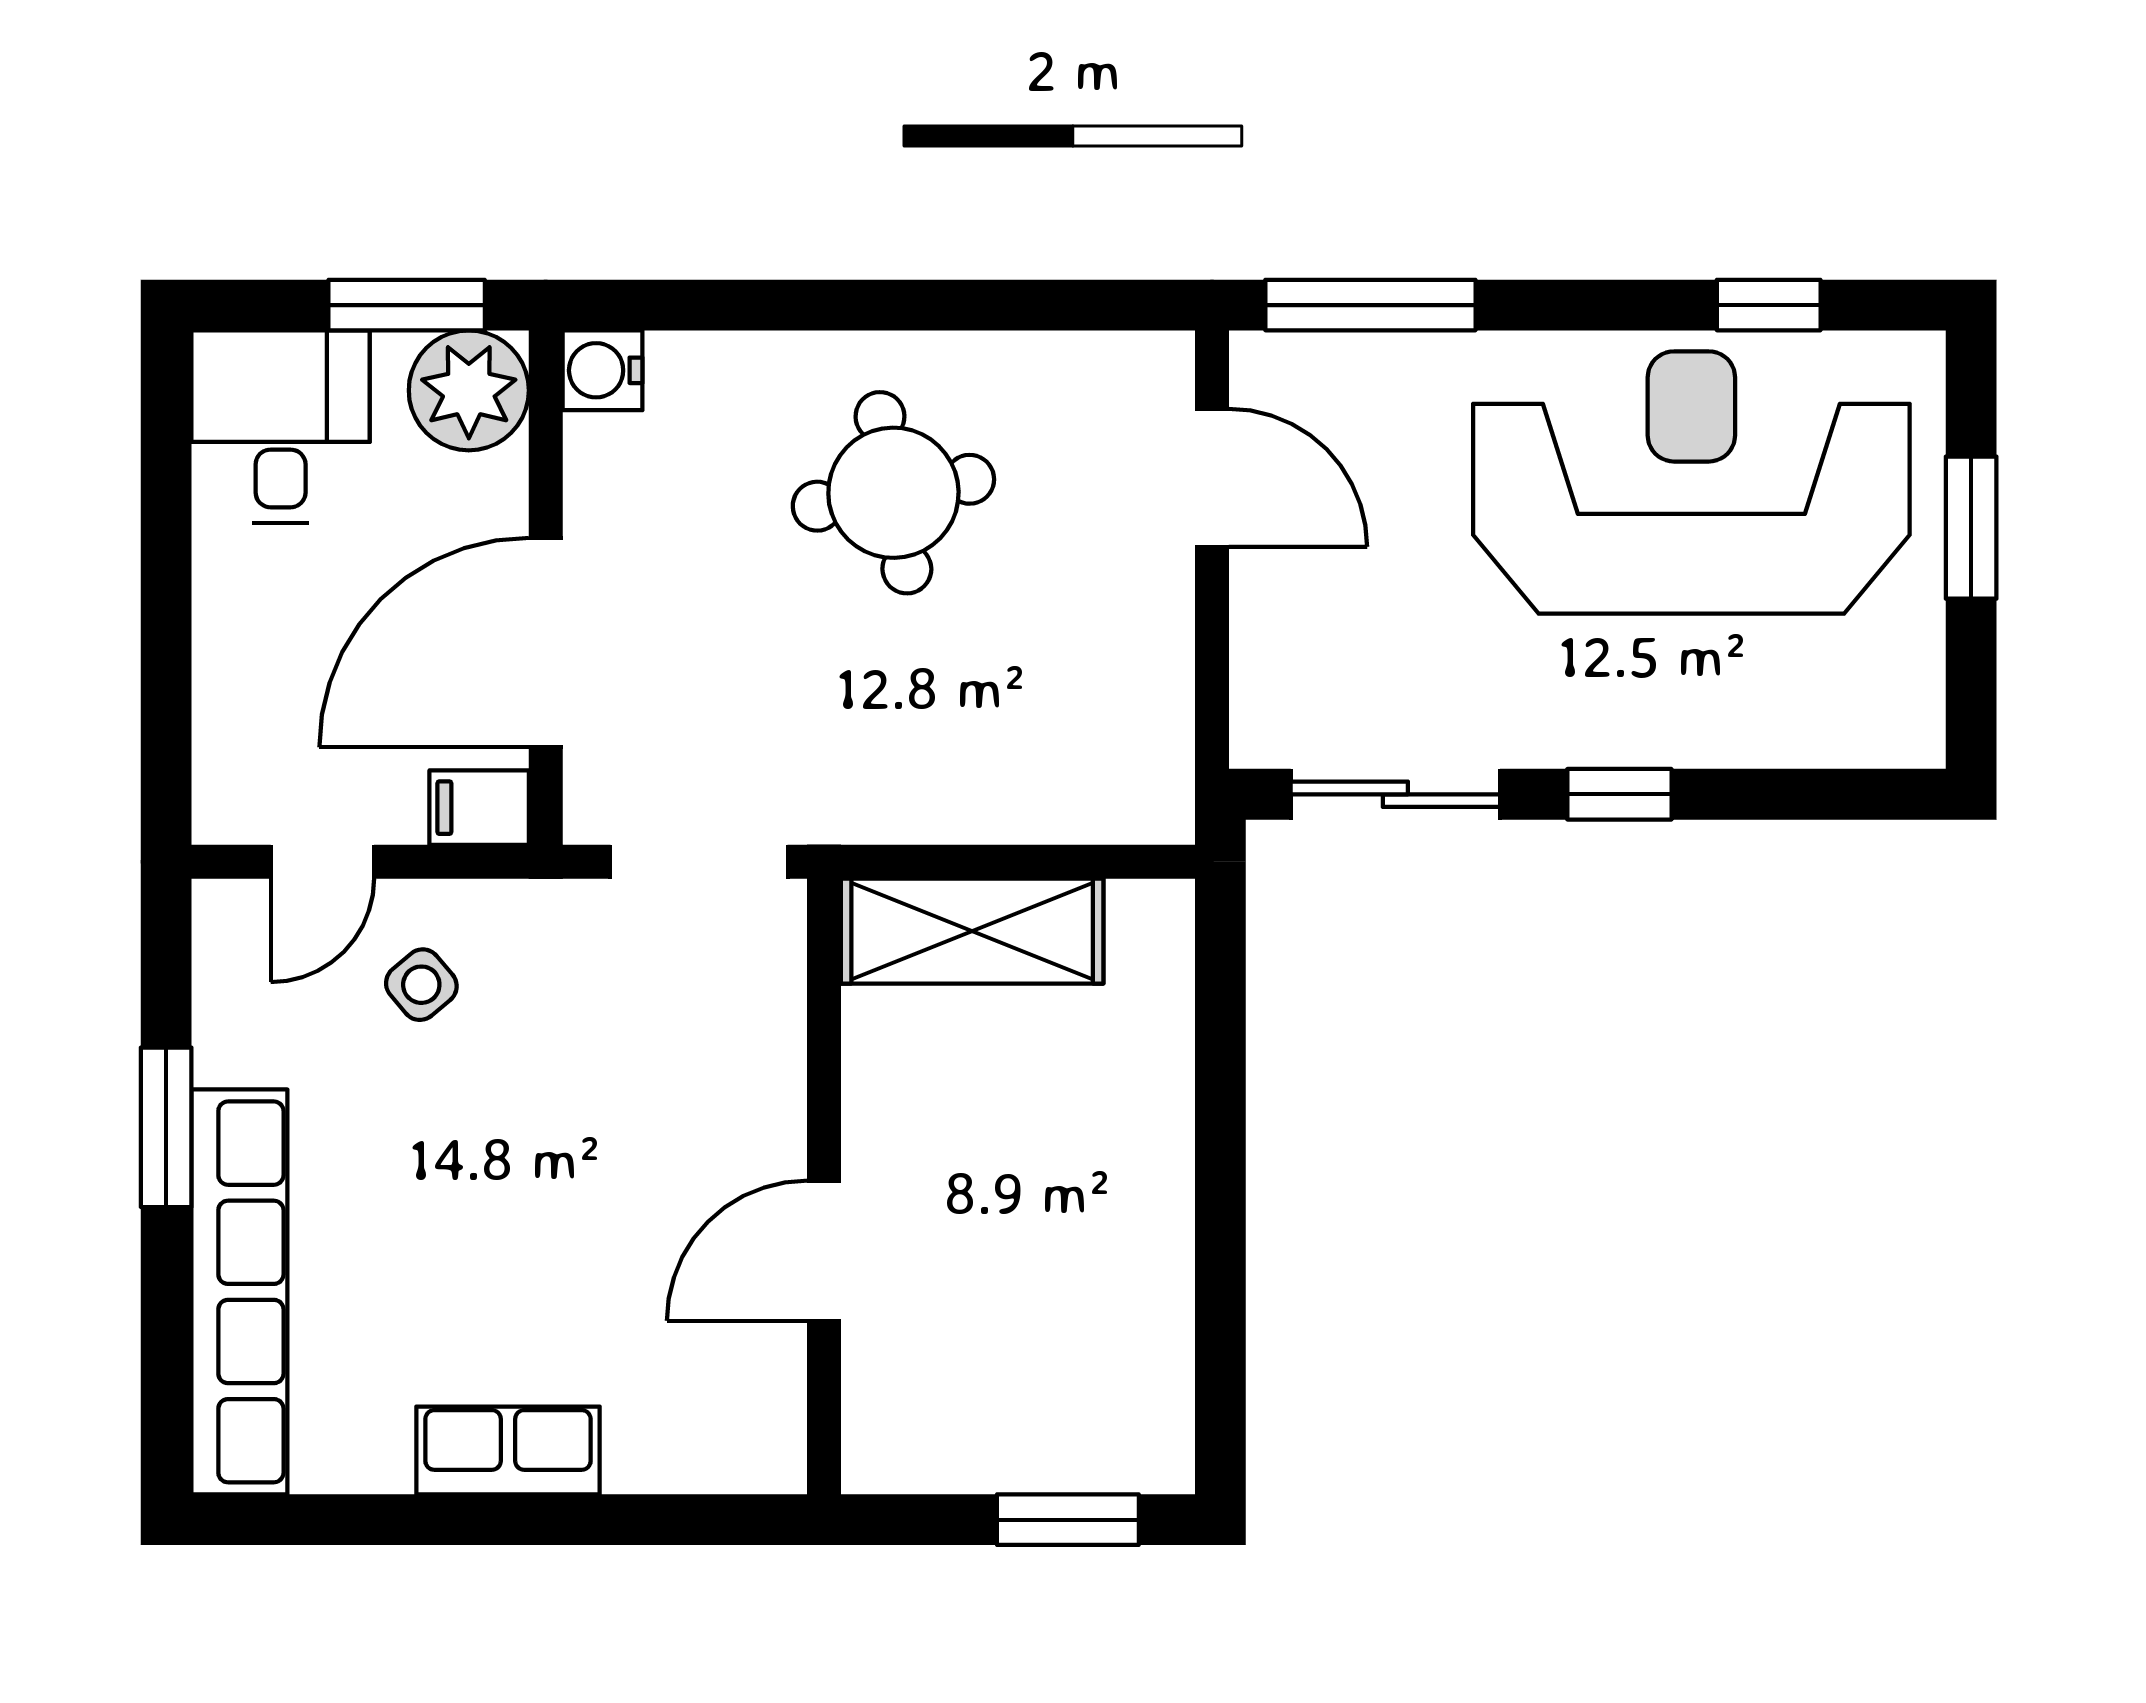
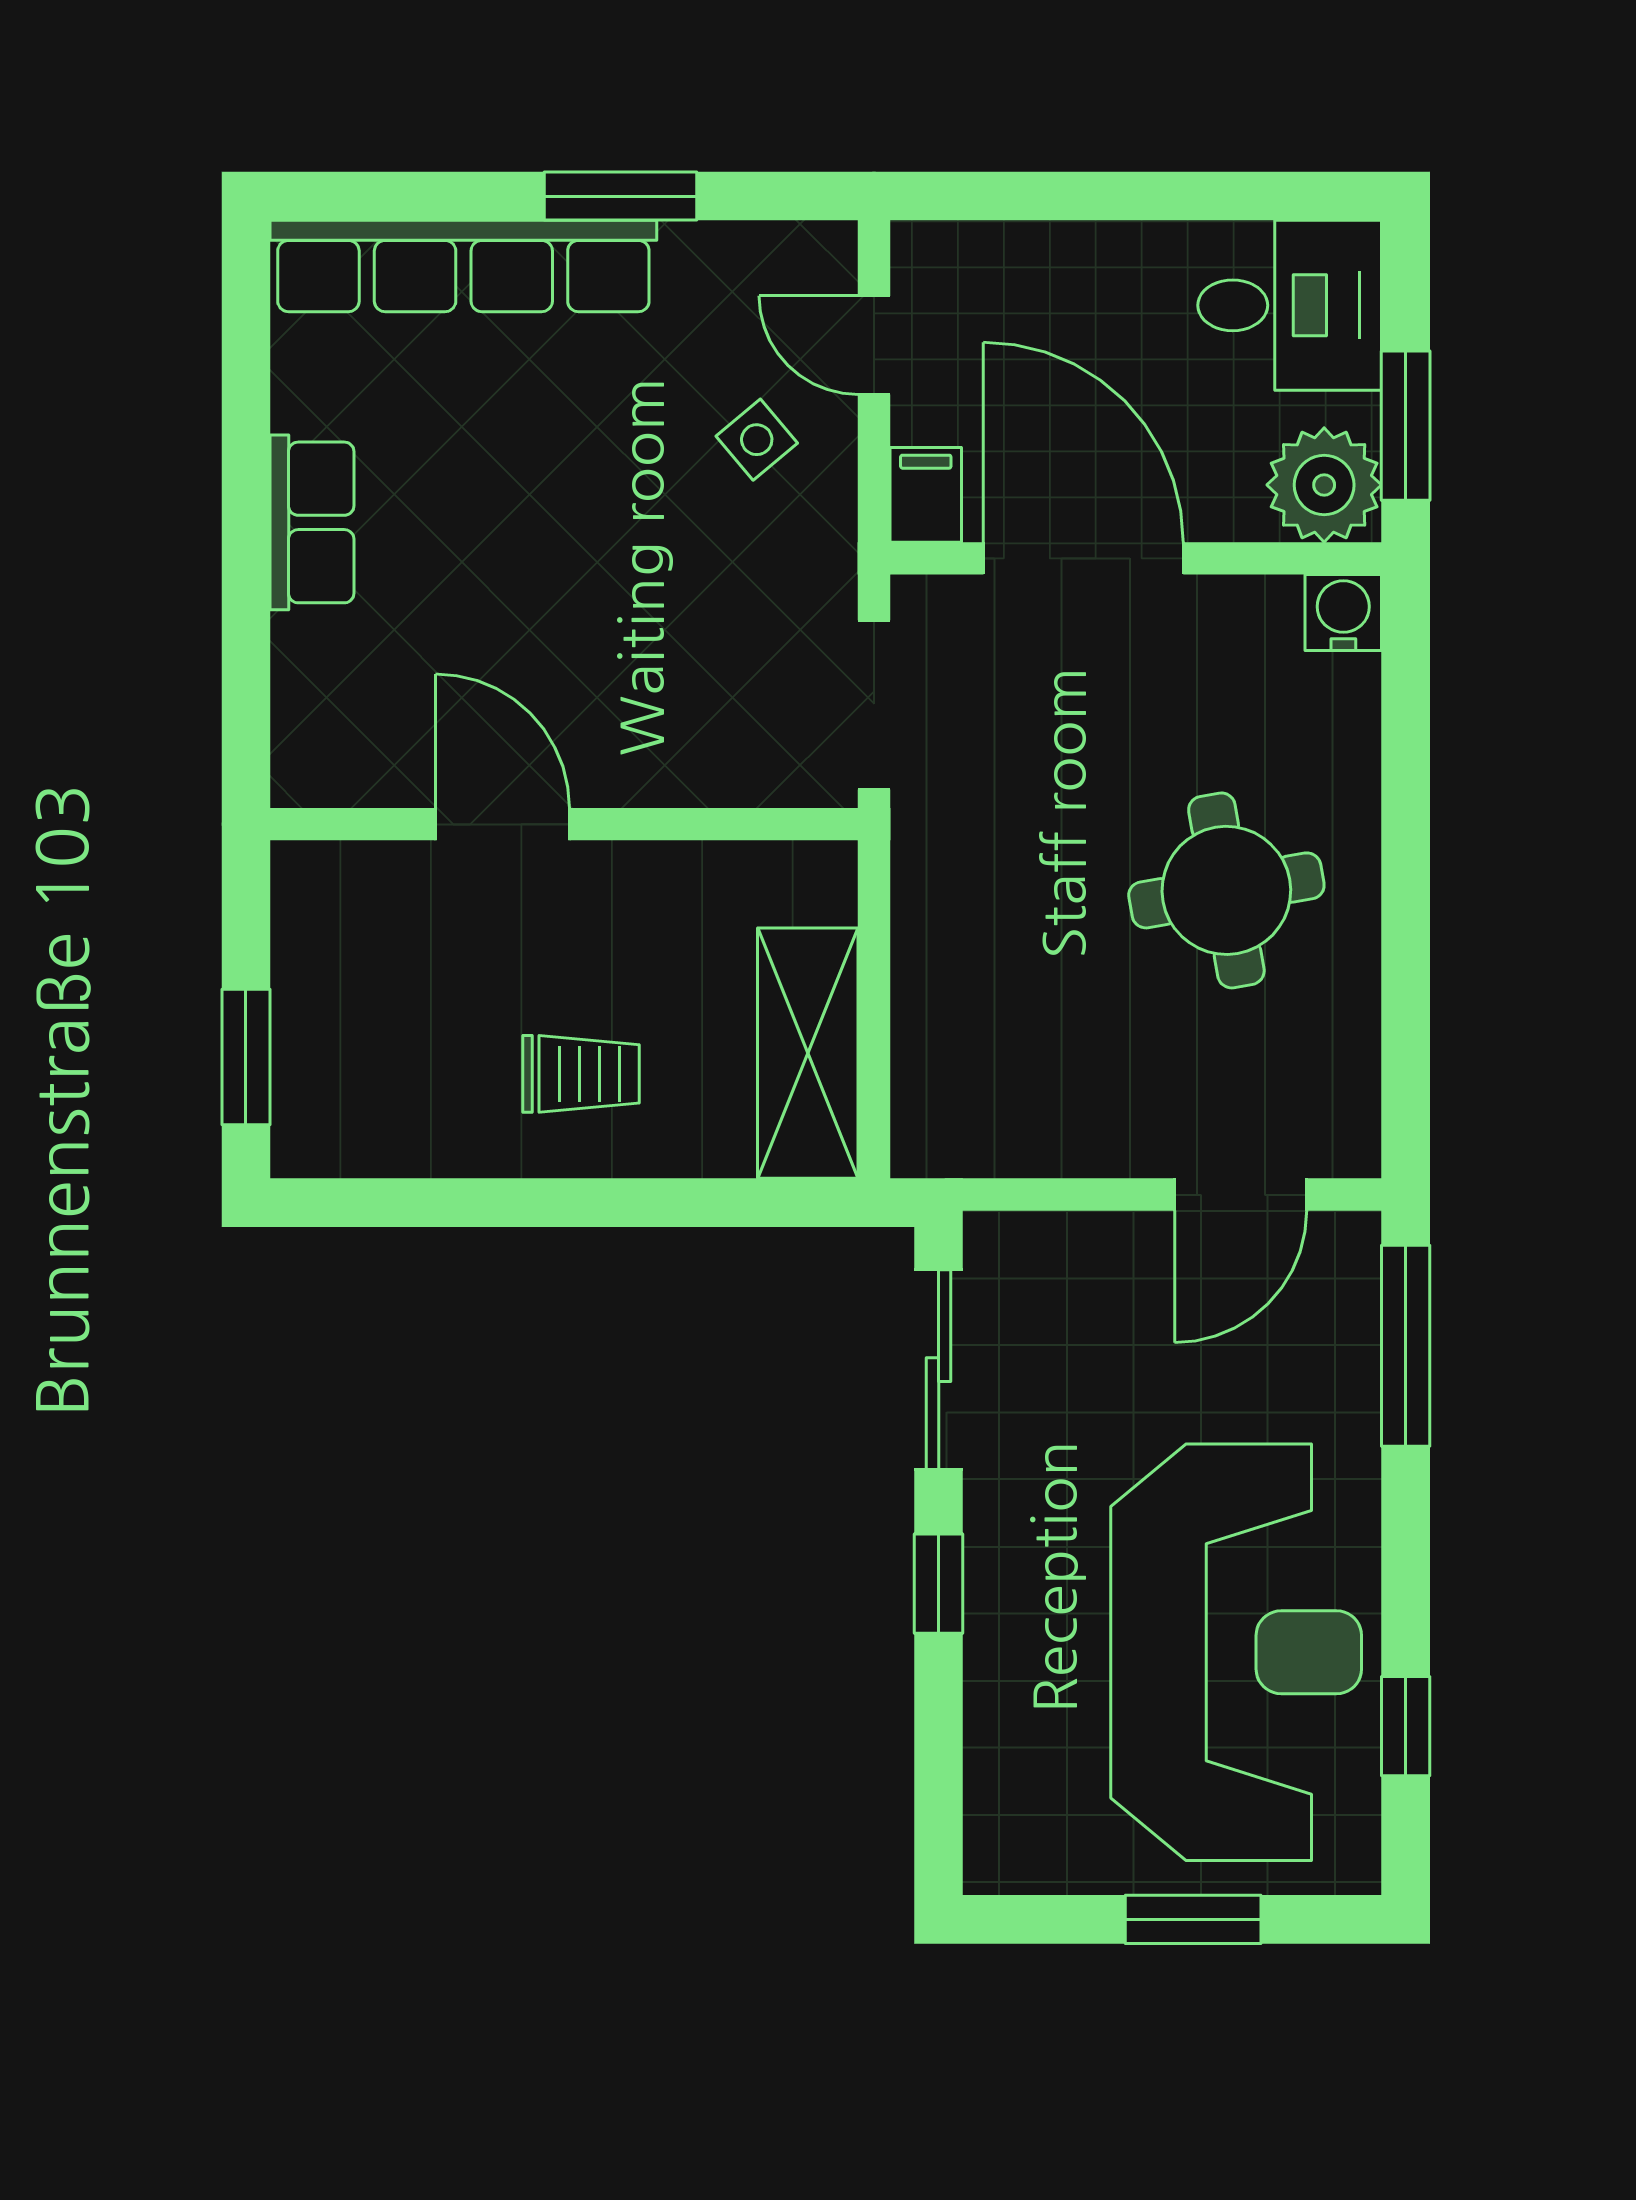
shelving: (972, 931) -> (808, 1053), moved
trolley: (1086, 1169) -> (581, 1074), added

